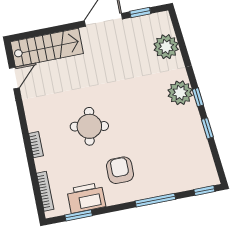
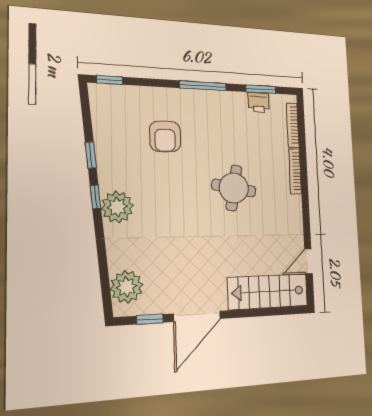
plant: (166, 47) -> (127, 287), moved
bookcase: (36, 145) -> (295, 171), width x1.56
armchair: (120, 170) -> (165, 137), moved
printer: (86, 198) -> (259, 102), width x0.53, depth x0.68
window: (155, 200) -> (203, 86), moved

